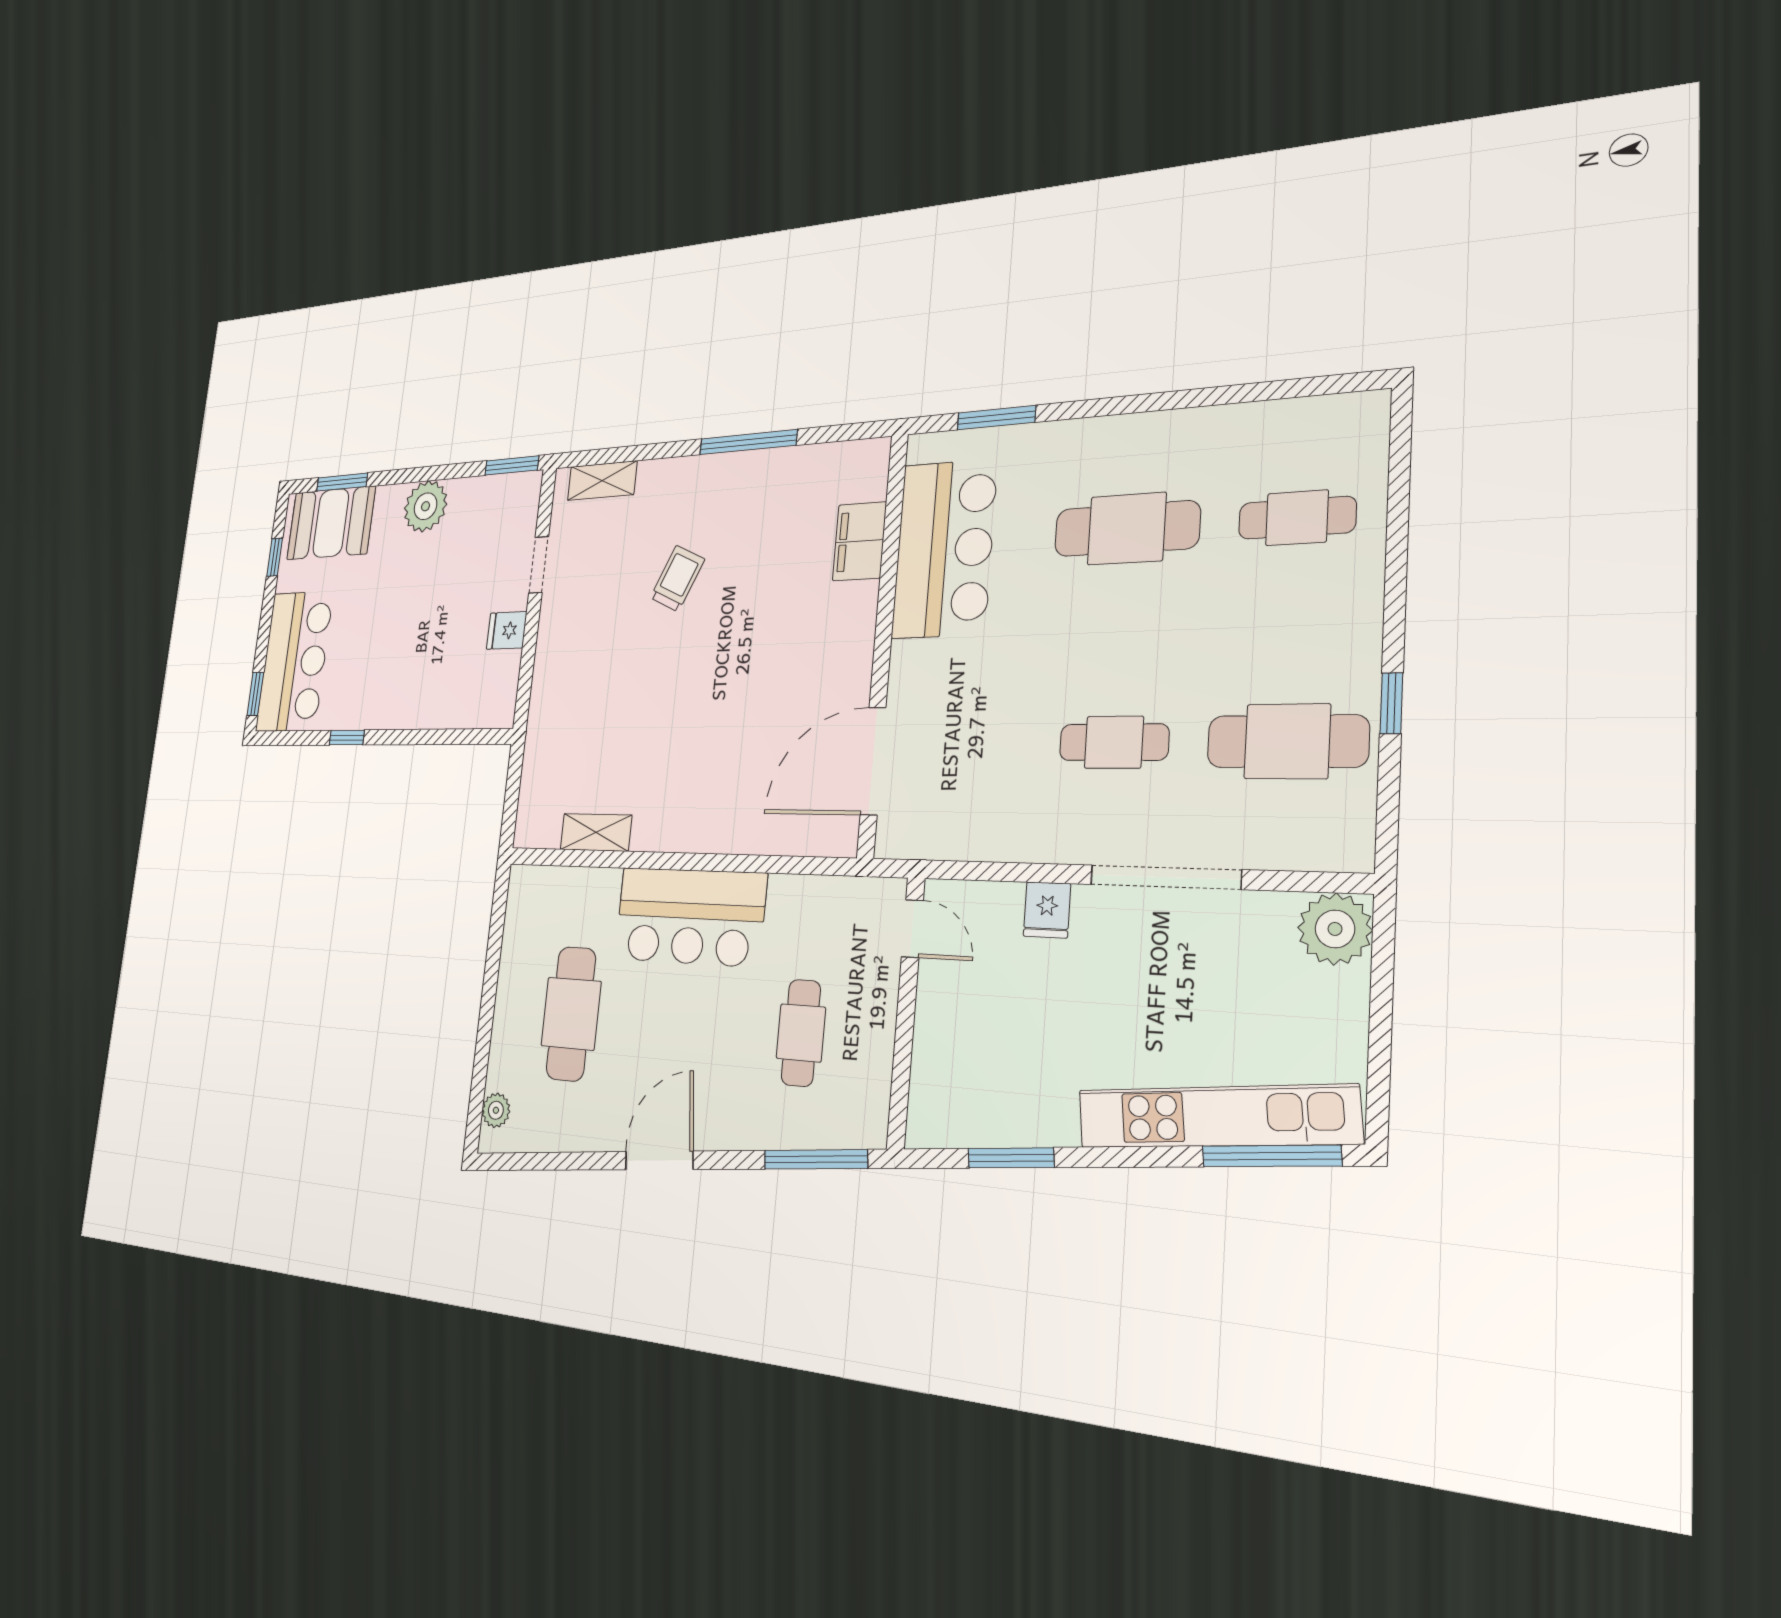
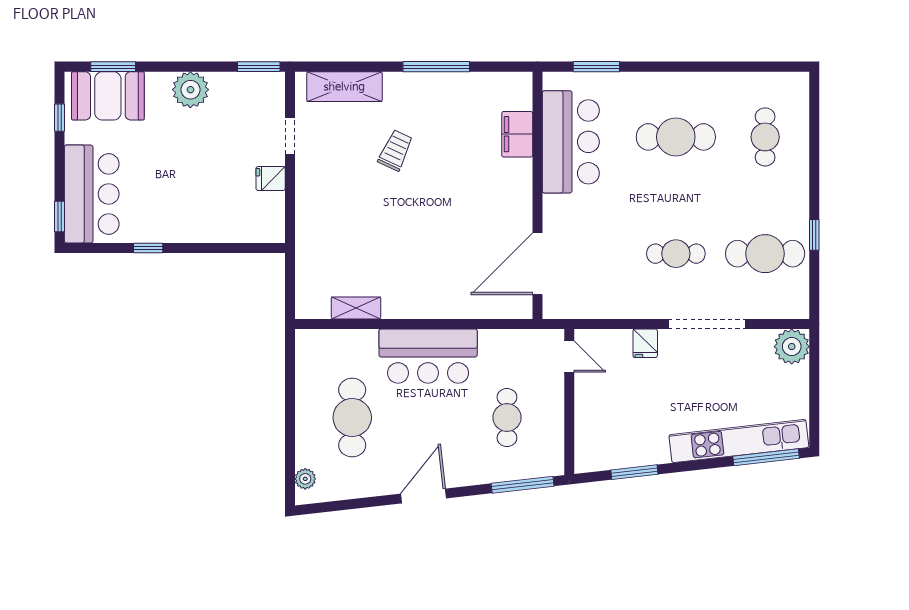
shelving: (602, 481) -> (344, 87), width x1.50, depth x1.33
cafe table: (1297, 518) -> (765, 137), turned 90

